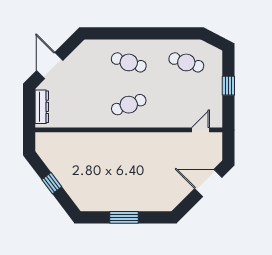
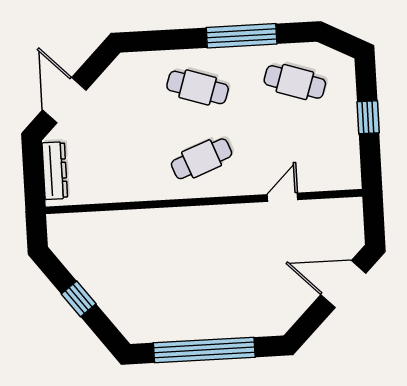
window: (156, 33) -> (242, 36), added
door: (201, 130) -> (282, 197), moved
window: (124, 217) -> (204, 350), width x2.11

